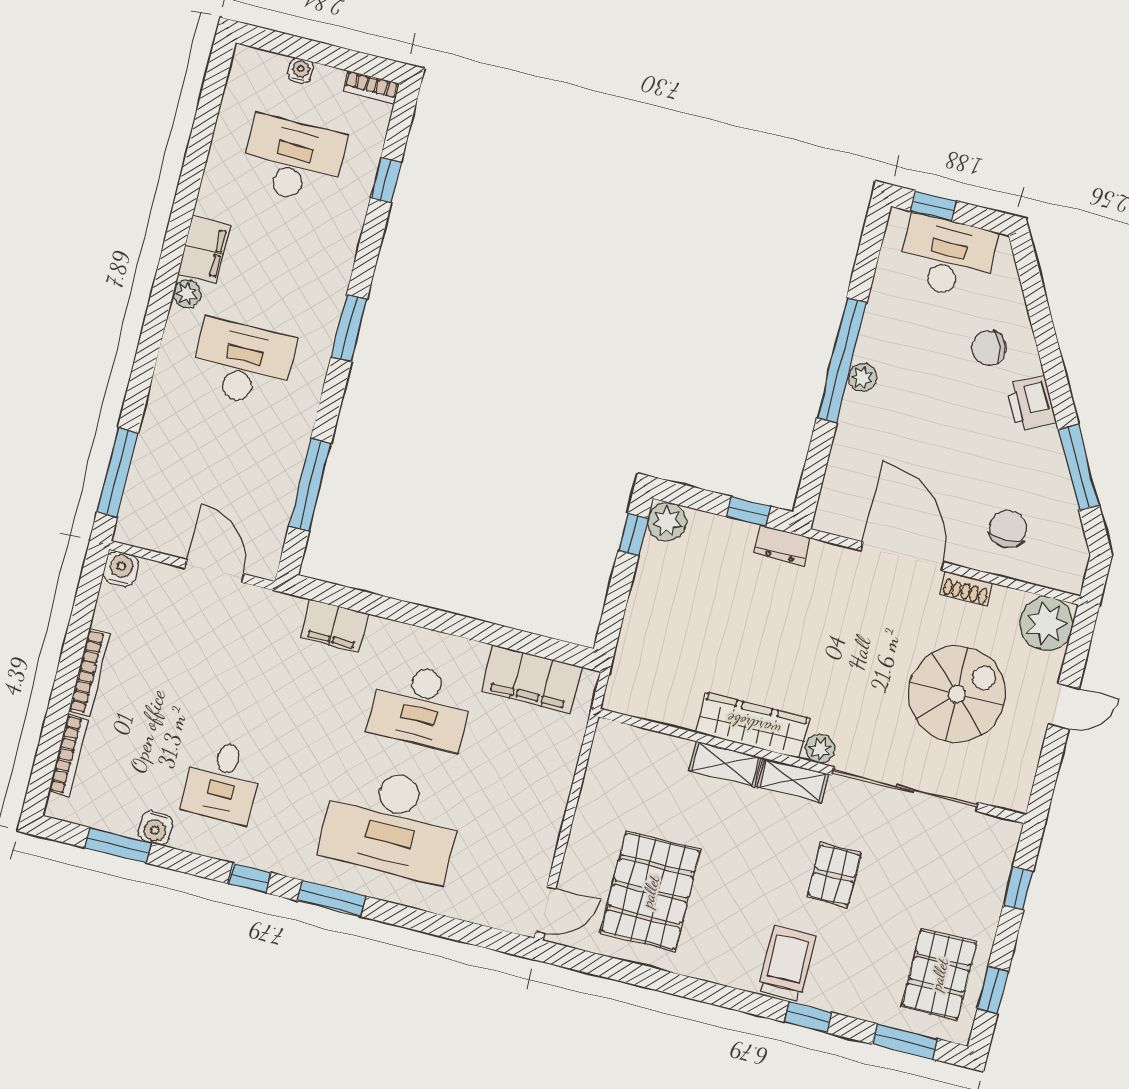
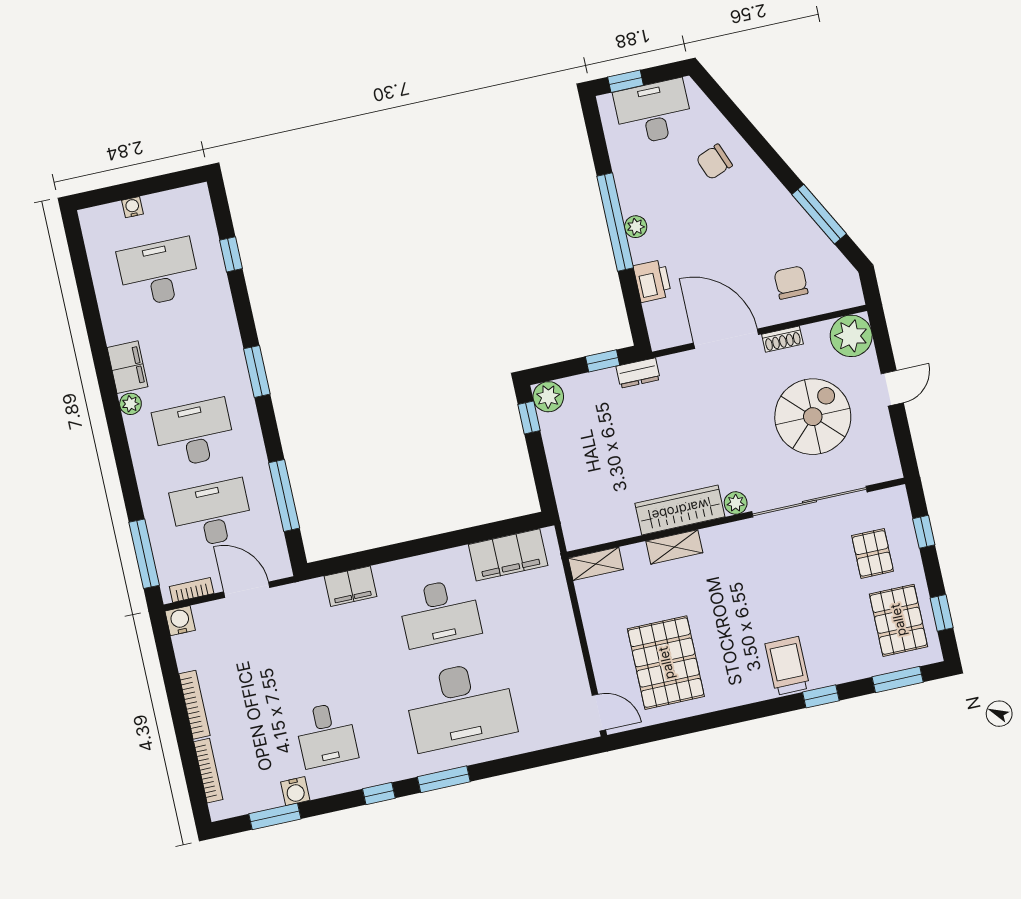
bookcase: (371, 87) -> (192, 590), moved, turned 180
printer: (1031, 403) -> (652, 281), moved, turned -152
desk: (217, 465) -> (212, 514), added
shelving: (793, 780) -> (596, 564), moved
pallet: (834, 875) -> (873, 553), moved
door: (546, 910) -> (599, 713), hinge flipped

